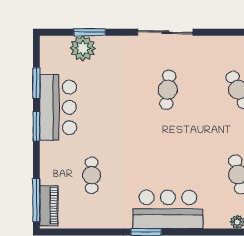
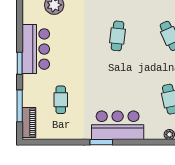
window: (36, 83) -> (20, 31), removed
window: (36, 200) -> (20, 106), moved

